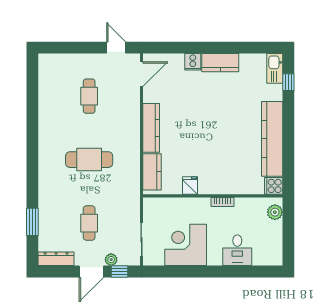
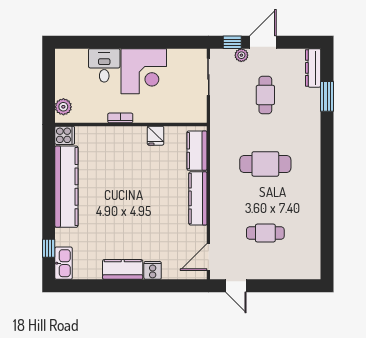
cafe table: (89, 96) -> (265, 233), turned 90
corner desk: (186, 245) -> (144, 71), moved
dresser: (56, 259) -> (313, 68), moved, turned 90

